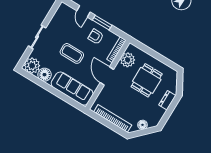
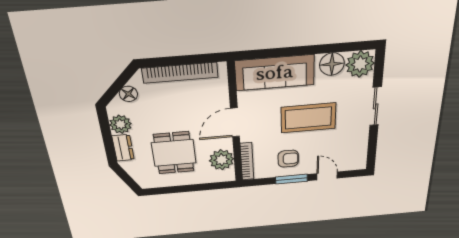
coffee table: (72, 53) -> (308, 118), width x1.36, depth x1.32
door: (107, 76) -> (235, 122), swing flipped
plant: (158, 113) -> (120, 124), added

